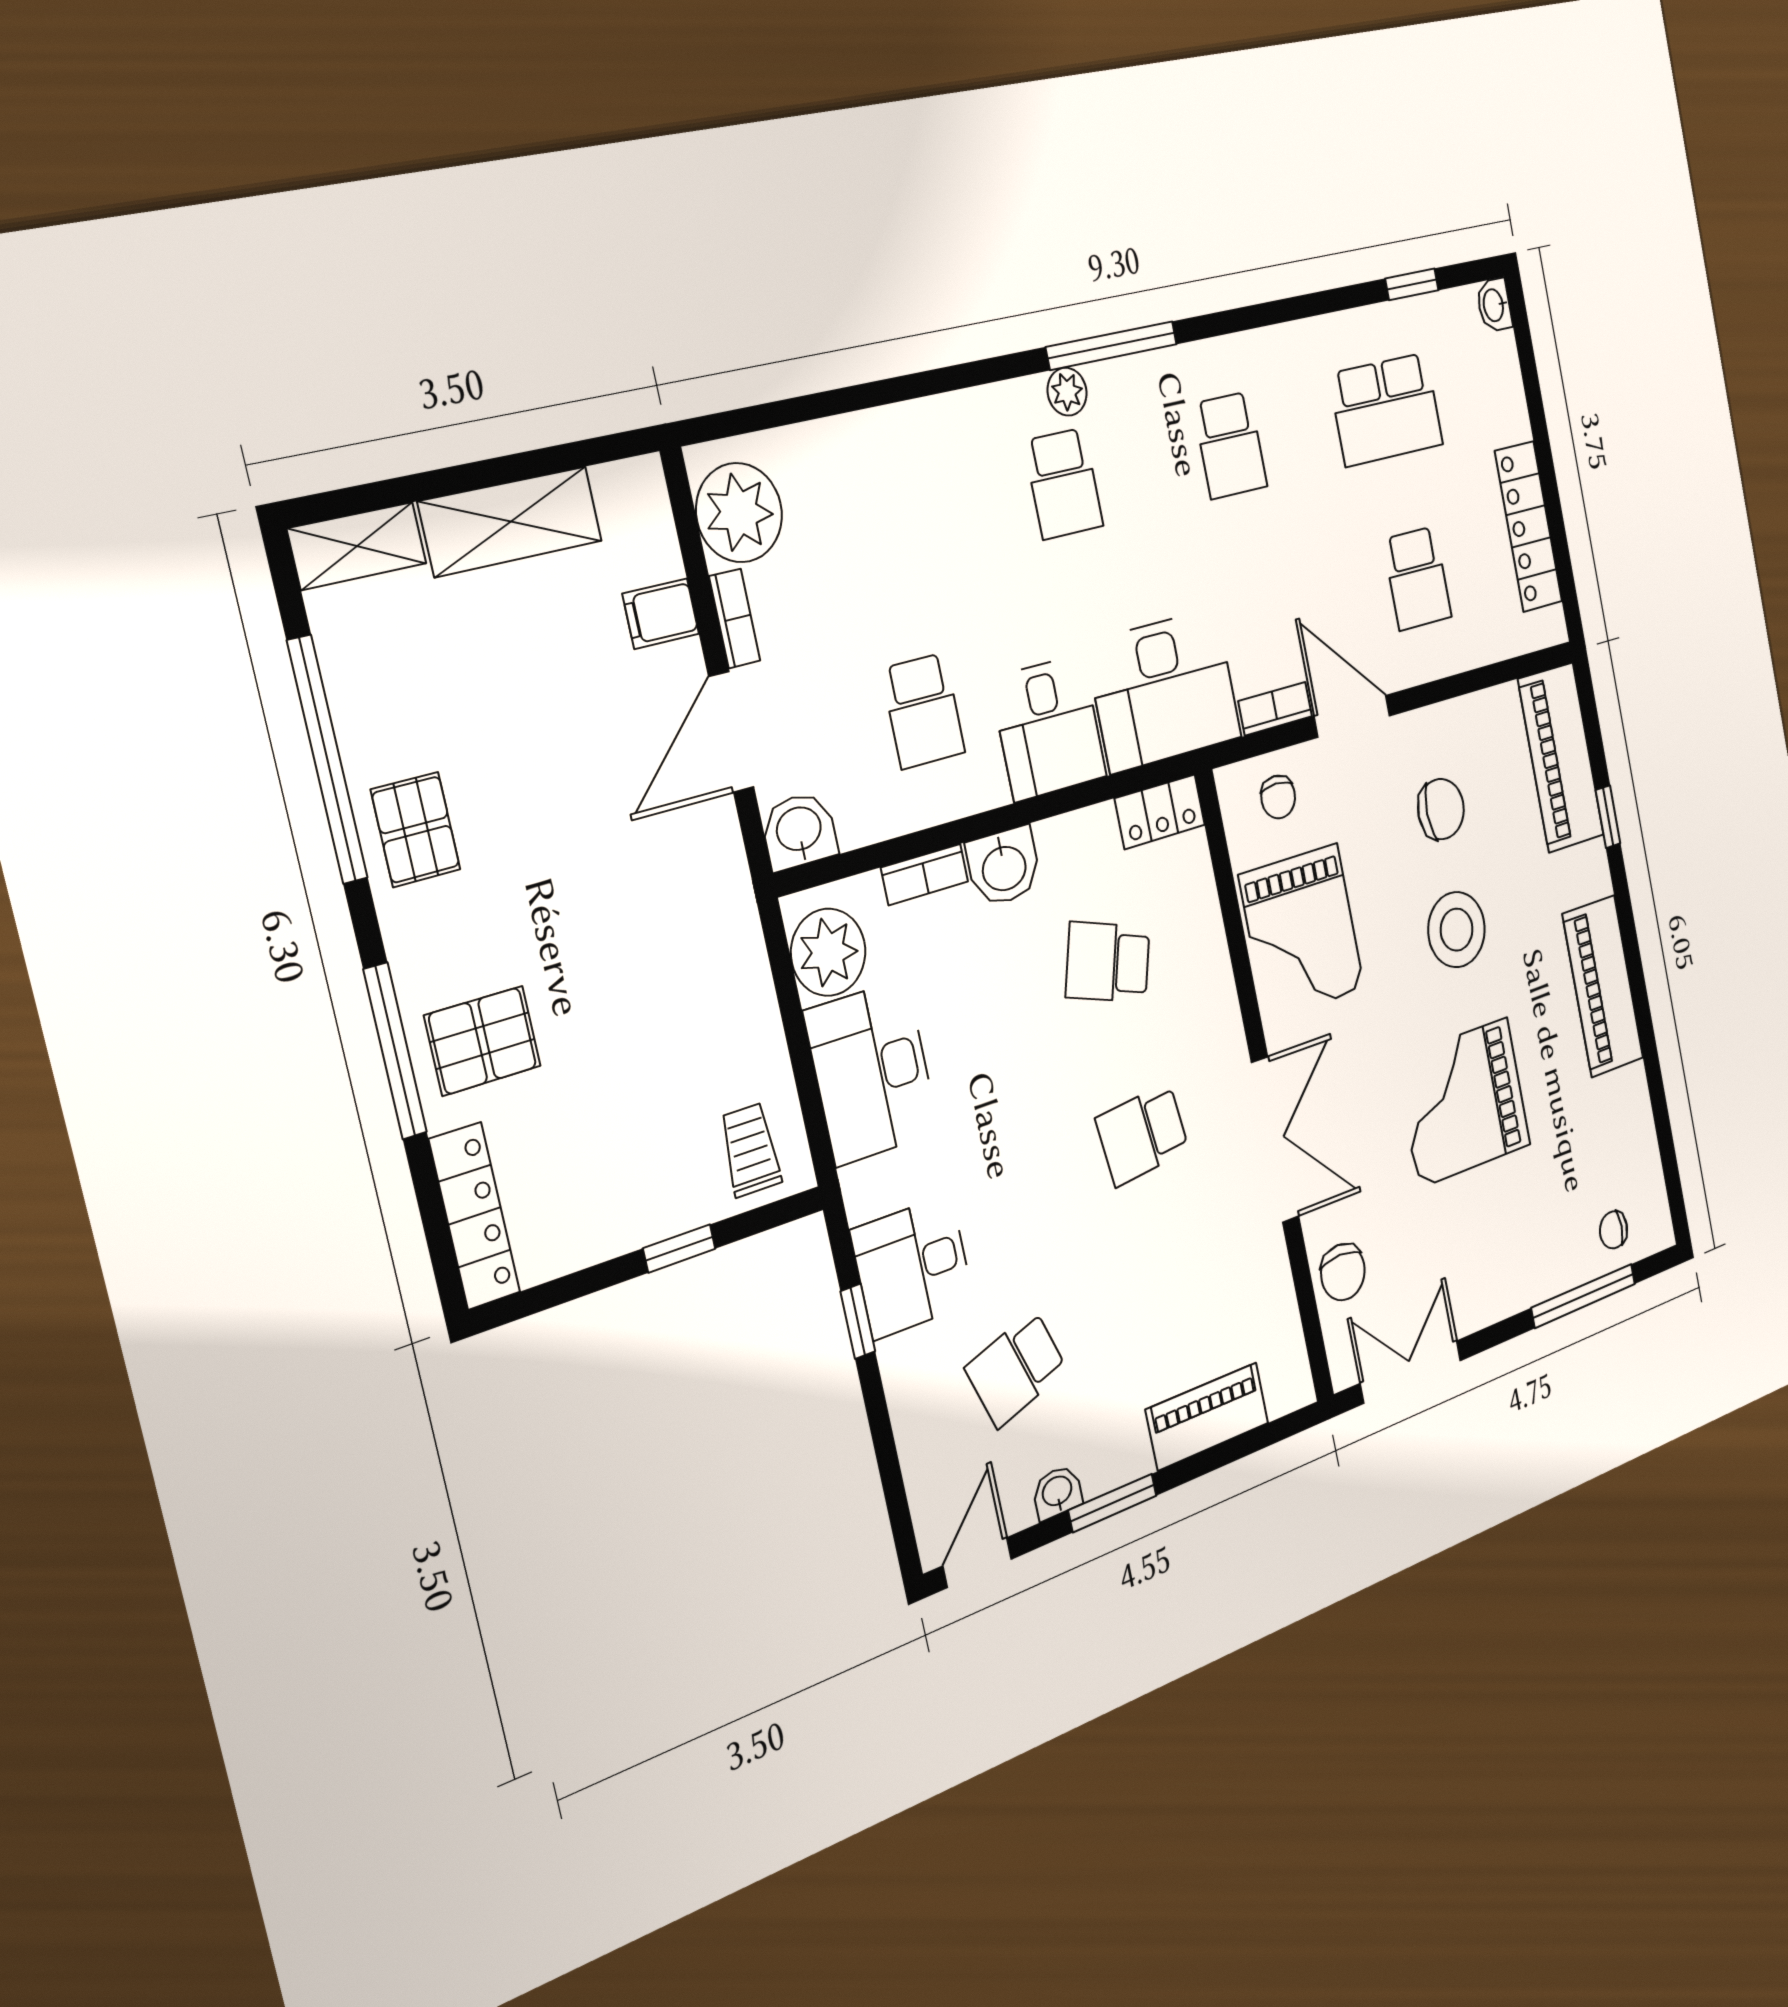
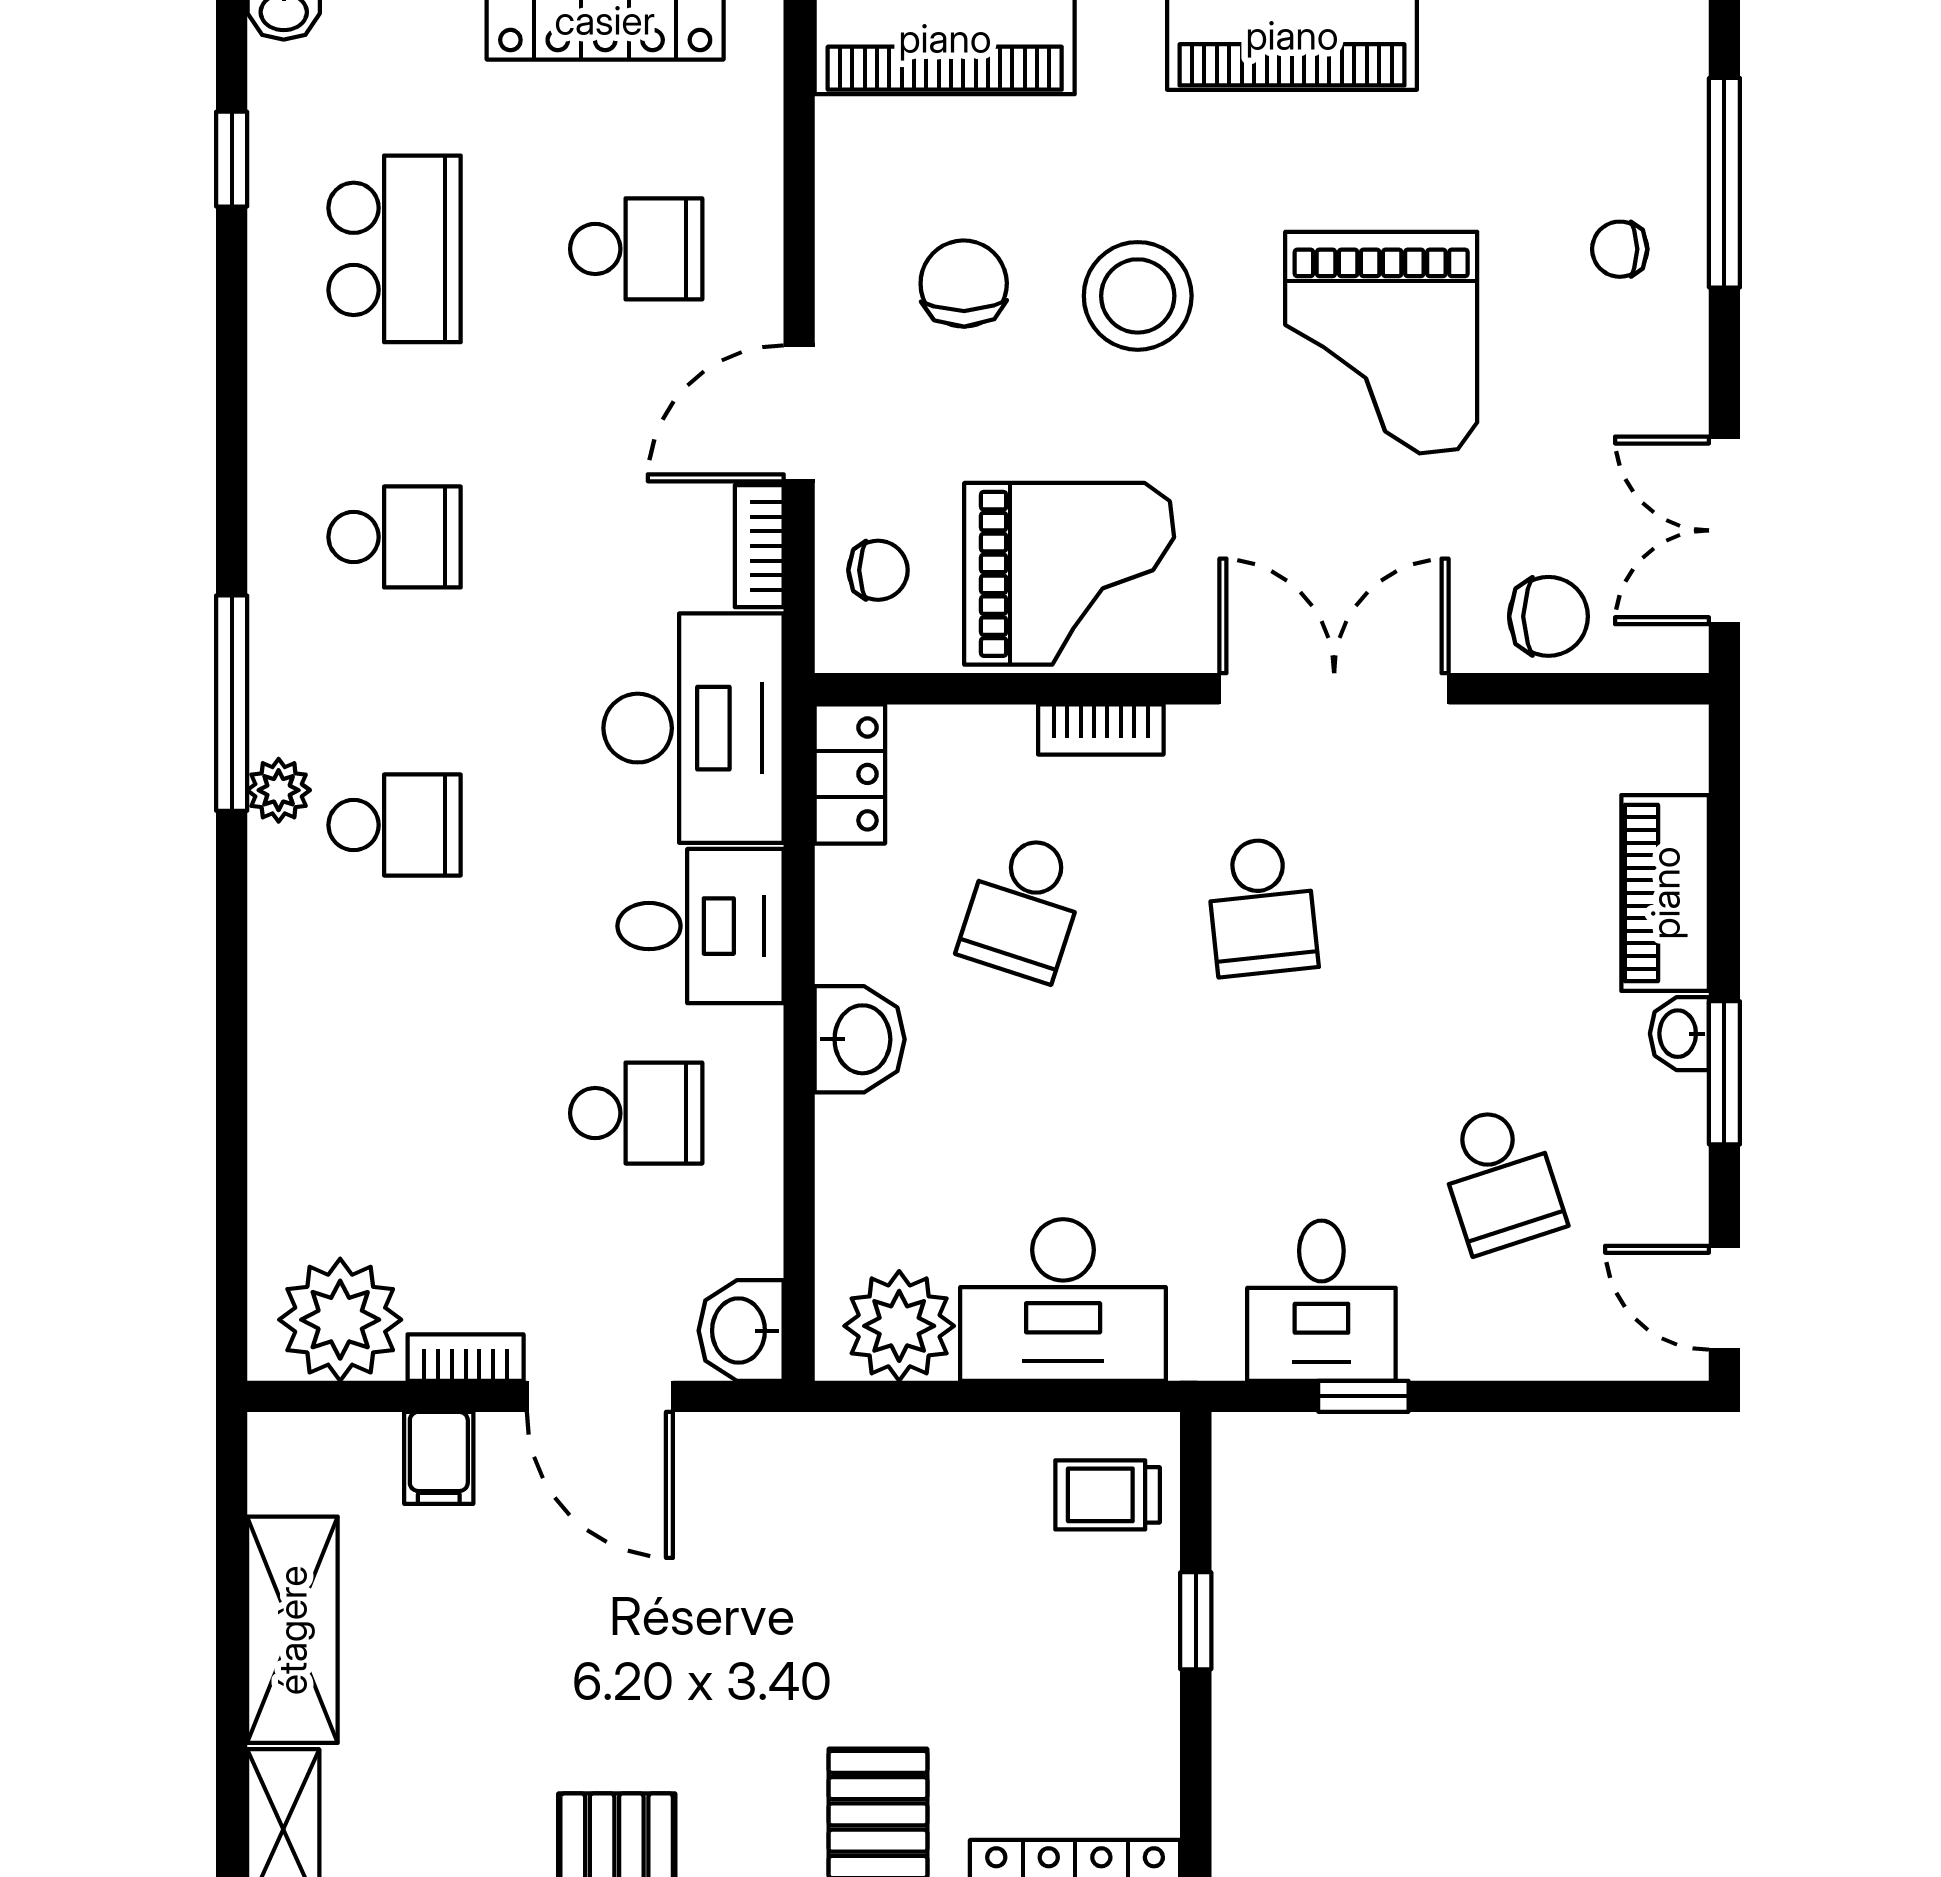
bookcase: (925, 875) -> (1101, 729), moved, turned 90
chair: (1613, 1230) -> (1620, 249), moved, turned 90
washbasin: (1057, 1492) -> (1679, 1034), moved

